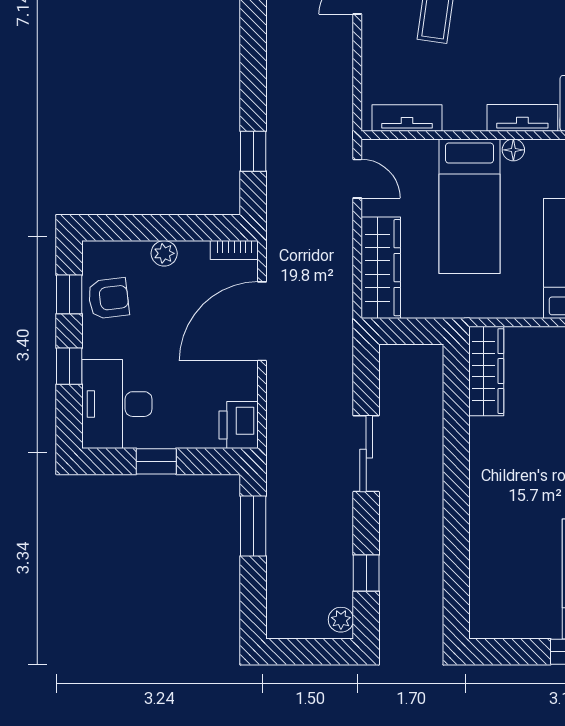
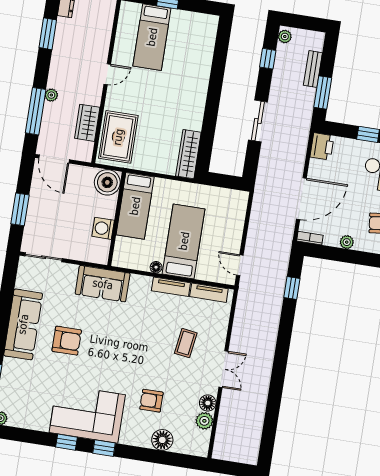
tv unit: (522, 118) -> (171, 287), moved
wardrobe: (381, 268) -> (235, 217), removed
bench: (279, 567) -> (313, 69), added

